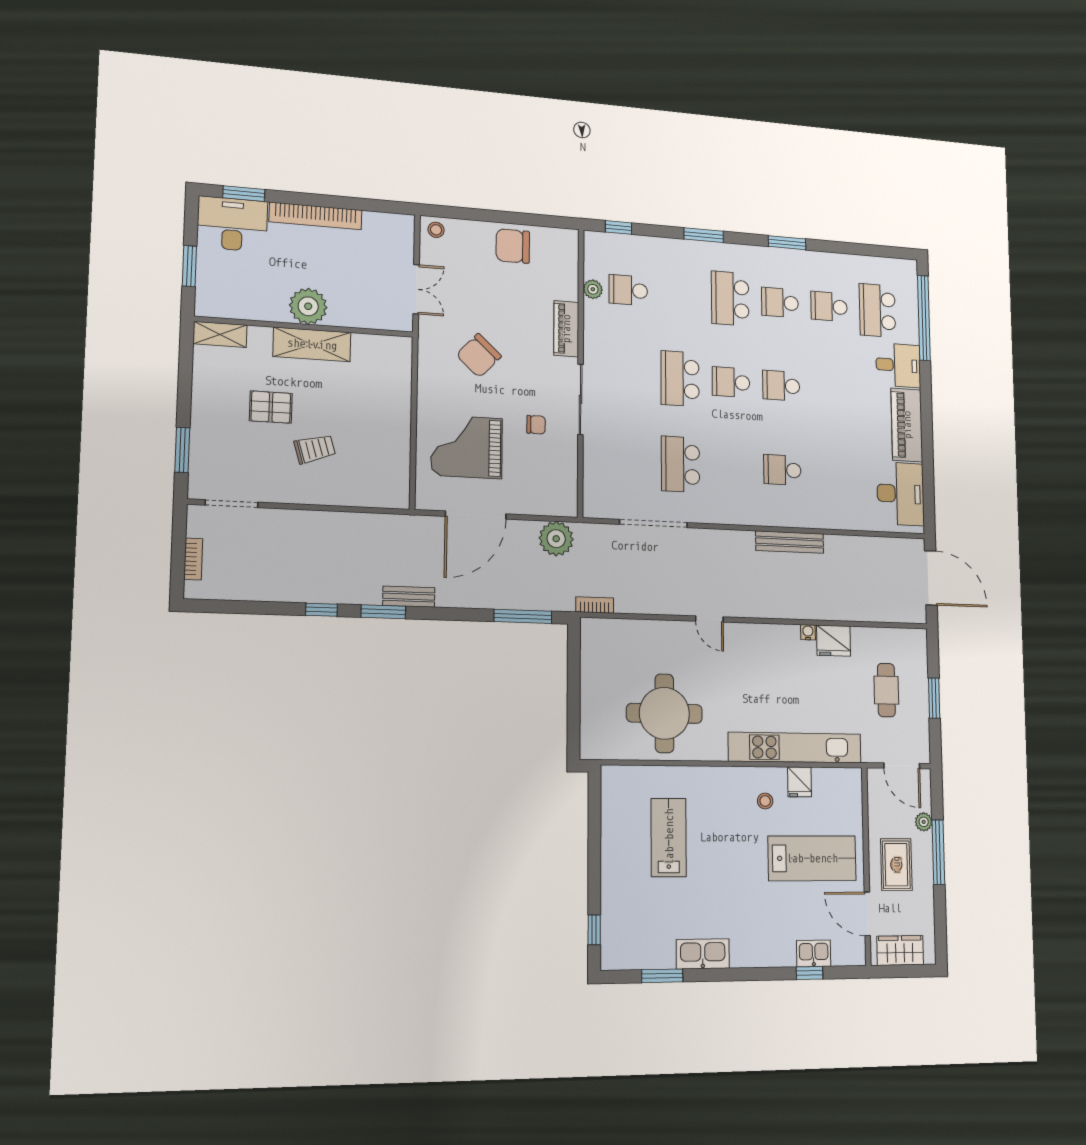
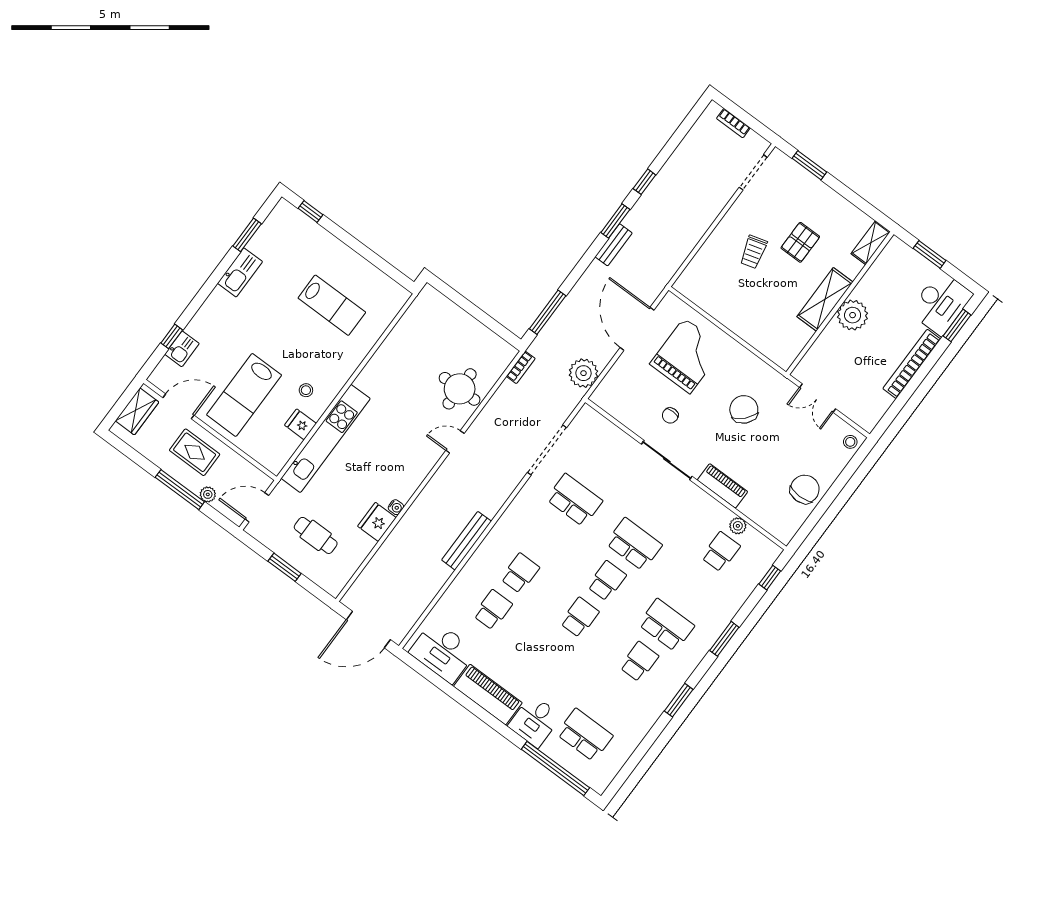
school desk: (829, 307) -> (493, 610), moved
round table: (664, 713) -> (460, 389), moved, width x0.73, depth x0.73

